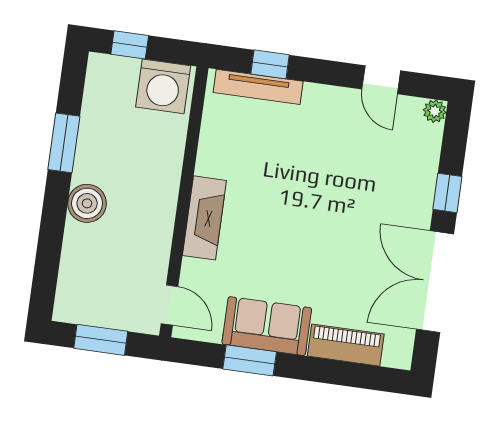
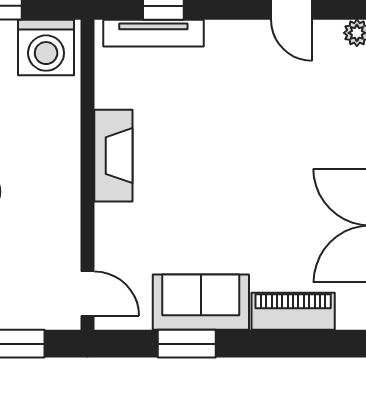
fireplace: (204, 218) -> (113, 156), moved

